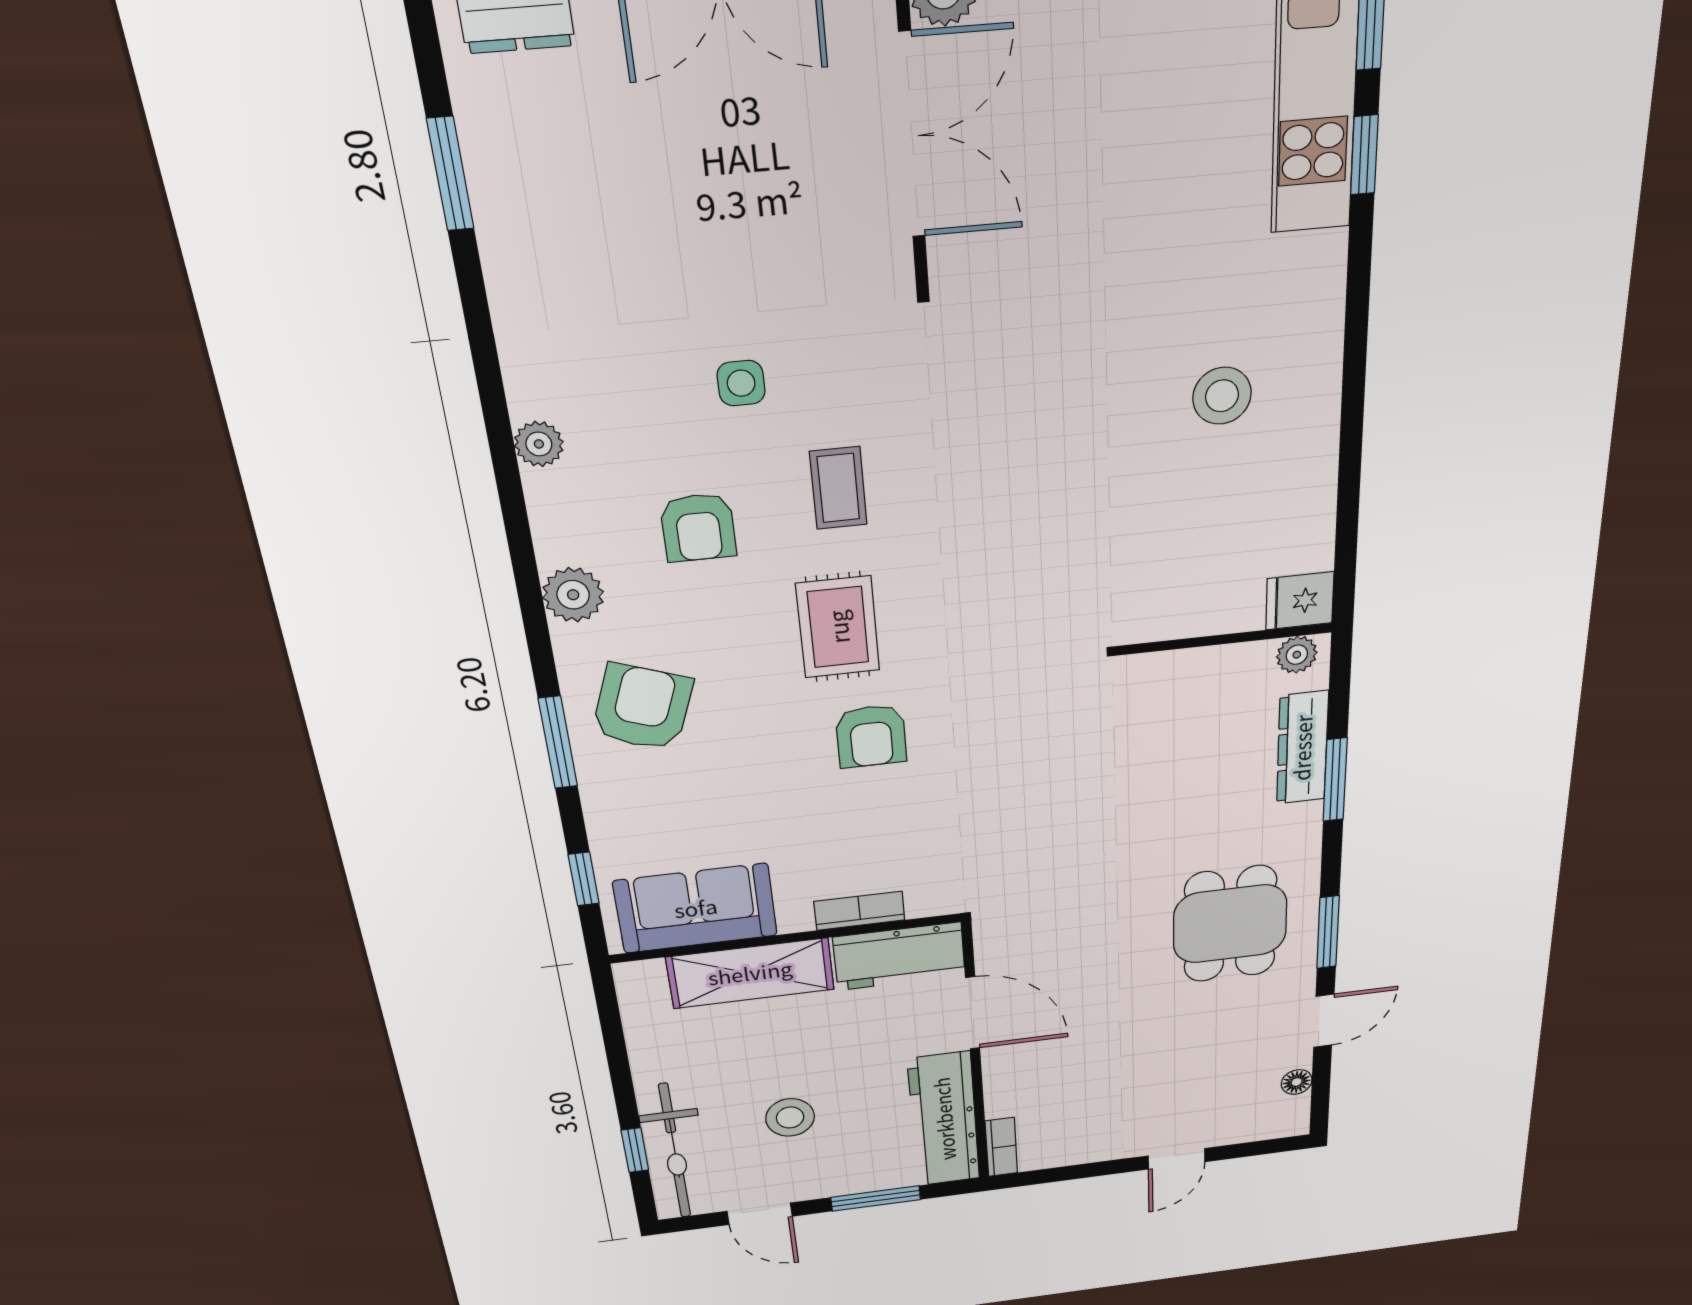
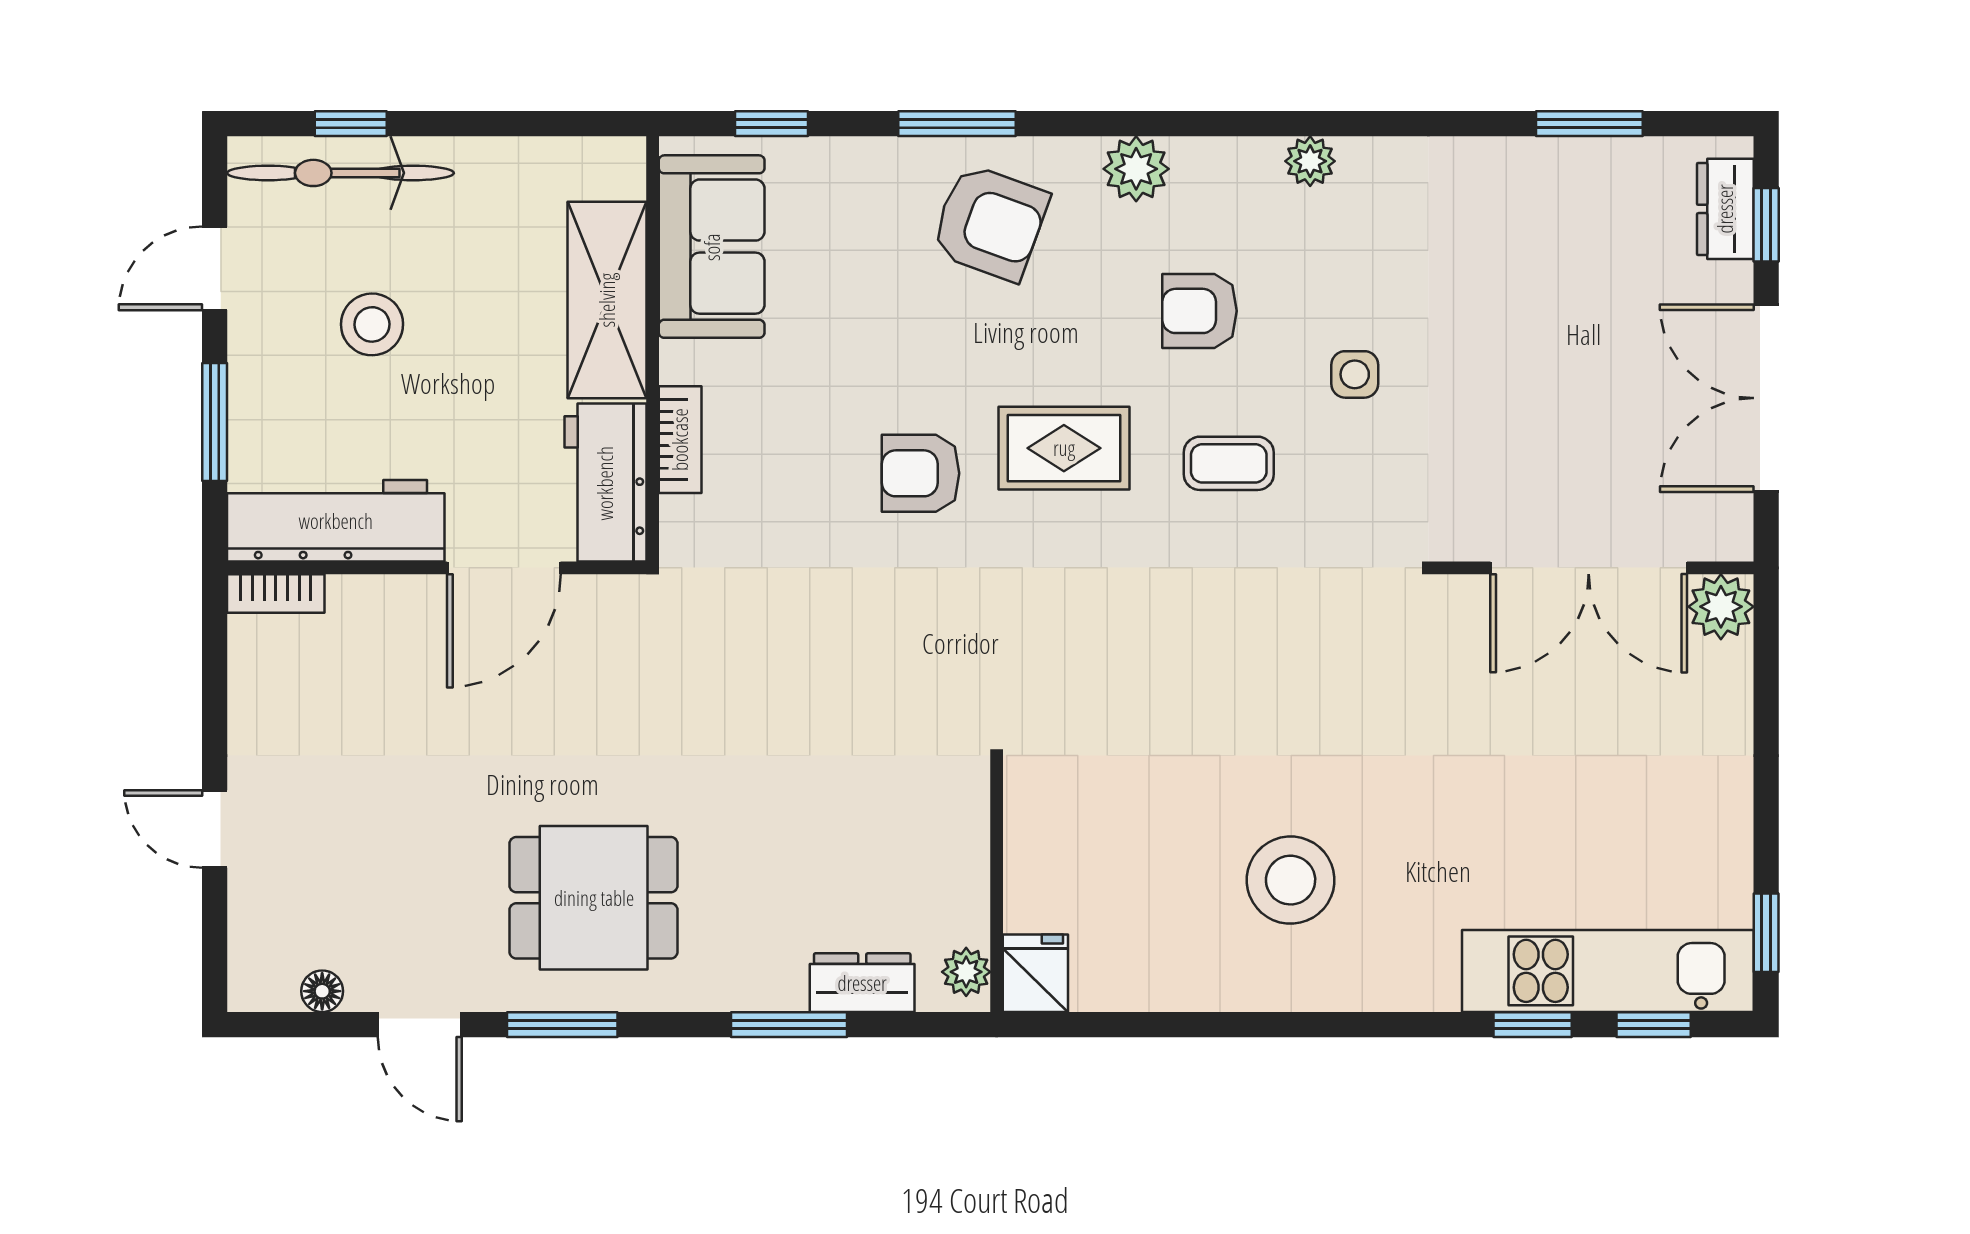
stool: (1222, 396) -> (1291, 880), width x1.38, depth x1.38
dresser: (1302, 748) -> (862, 983), width x0.70

